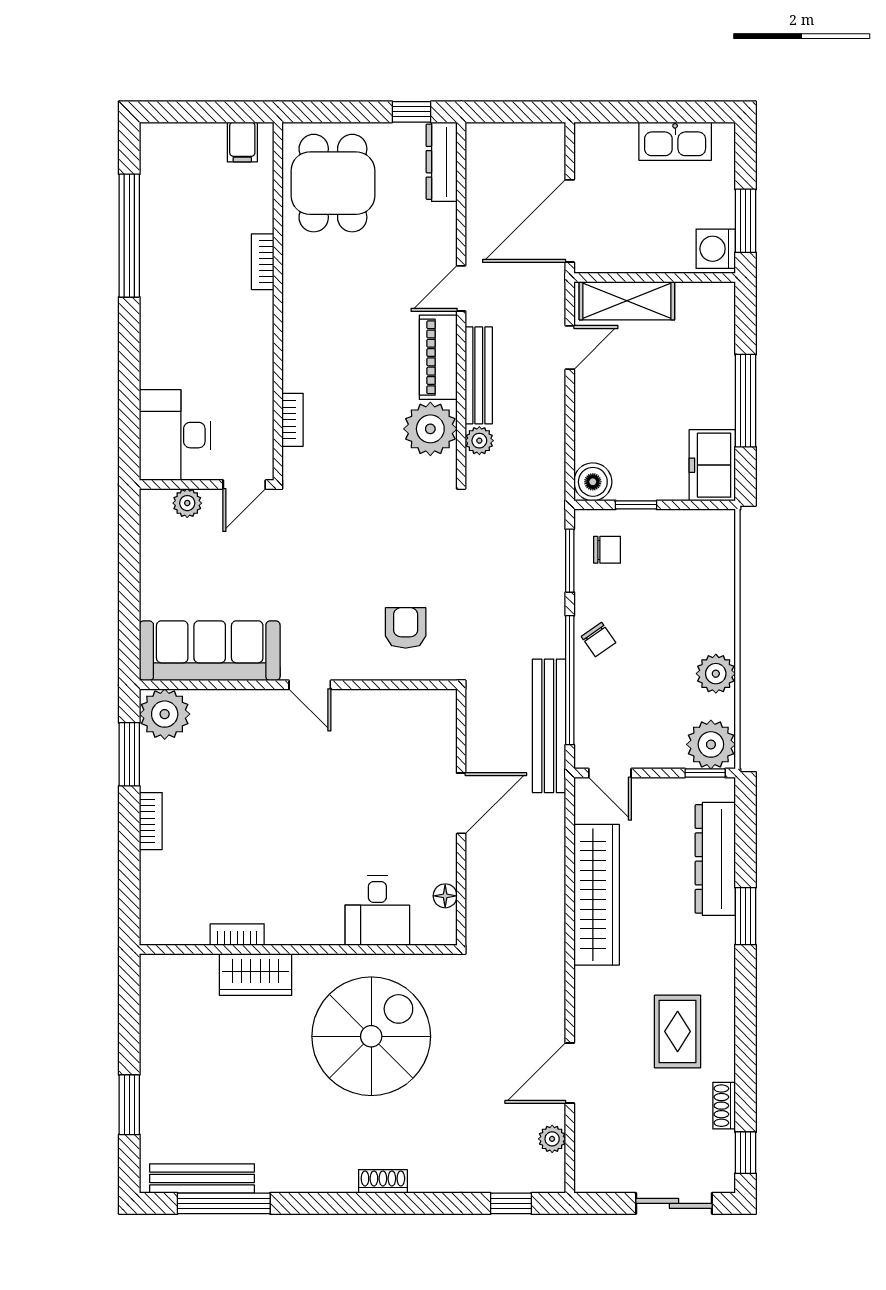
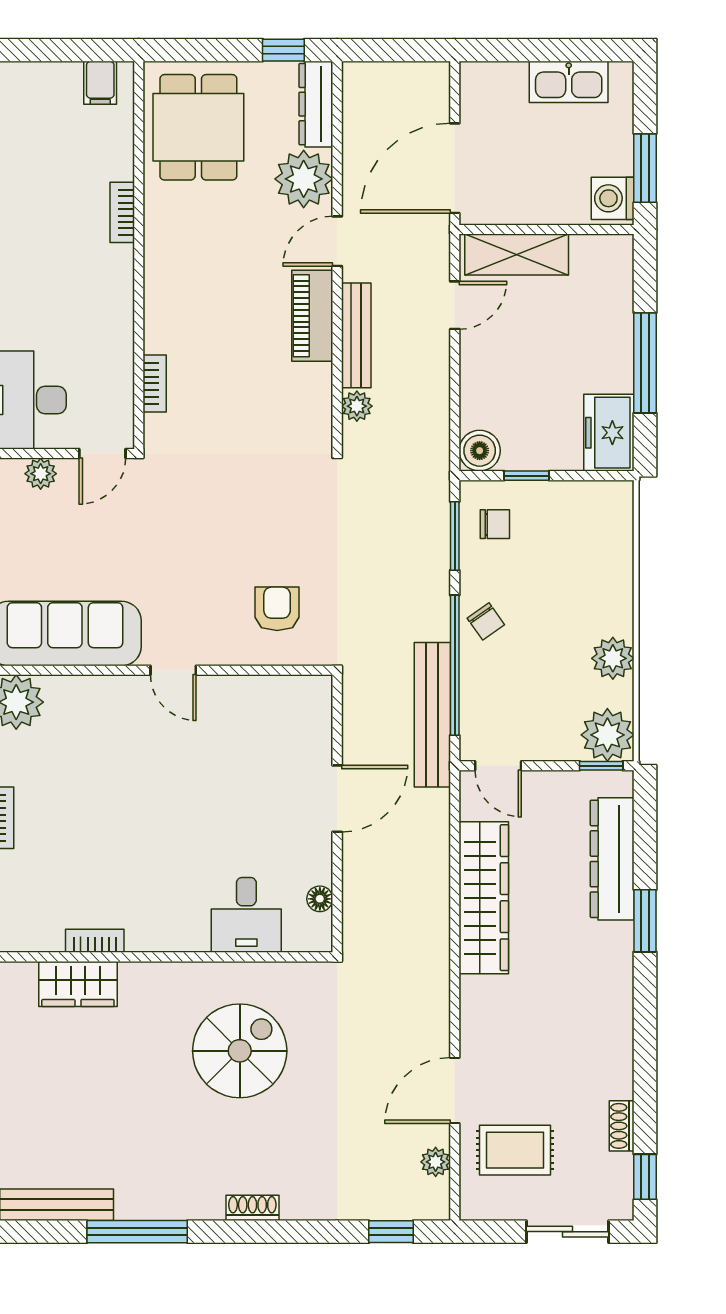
plant: (430, 429) -> (304, 179), moved
wardrobe: (256, 974) -> (78, 984), moved
rug: (678, 1031) -> (515, 1150), moved, turned 90
spiral stairs: (371, 1036) -> (240, 1051), width x0.73, depth x0.73
window: (224, 1203) -> (137, 1232), moved

